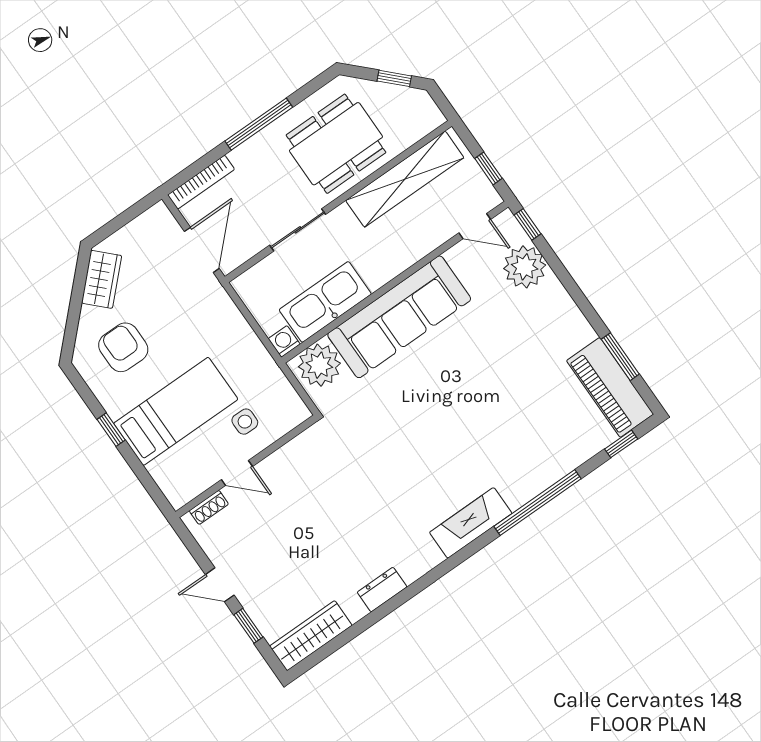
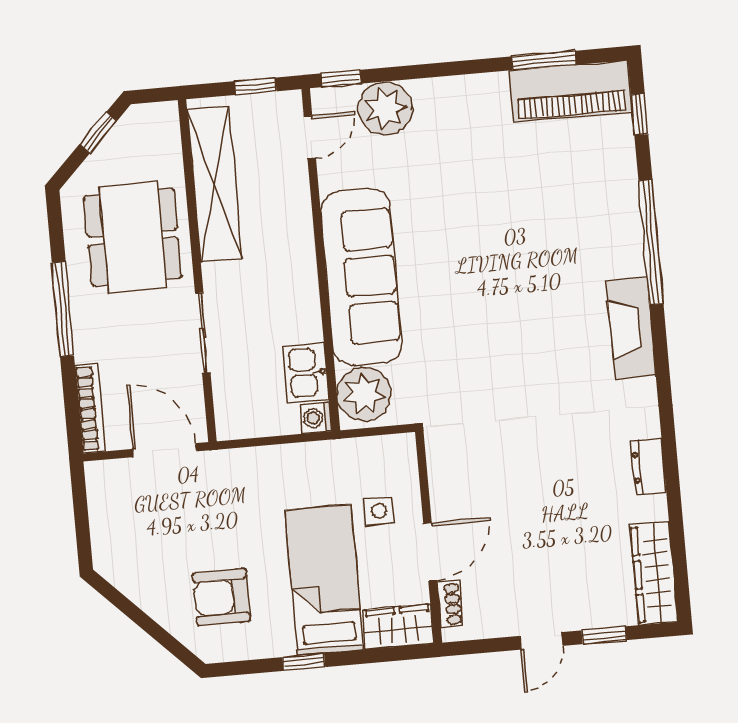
wardrobe: (102, 279) -> (398, 627), moved, turned -45
kitchen sink: (325, 302) -> (306, 372), width x0.53, depth x0.81
door: (237, 473) -> (430, 552), width x1.37

